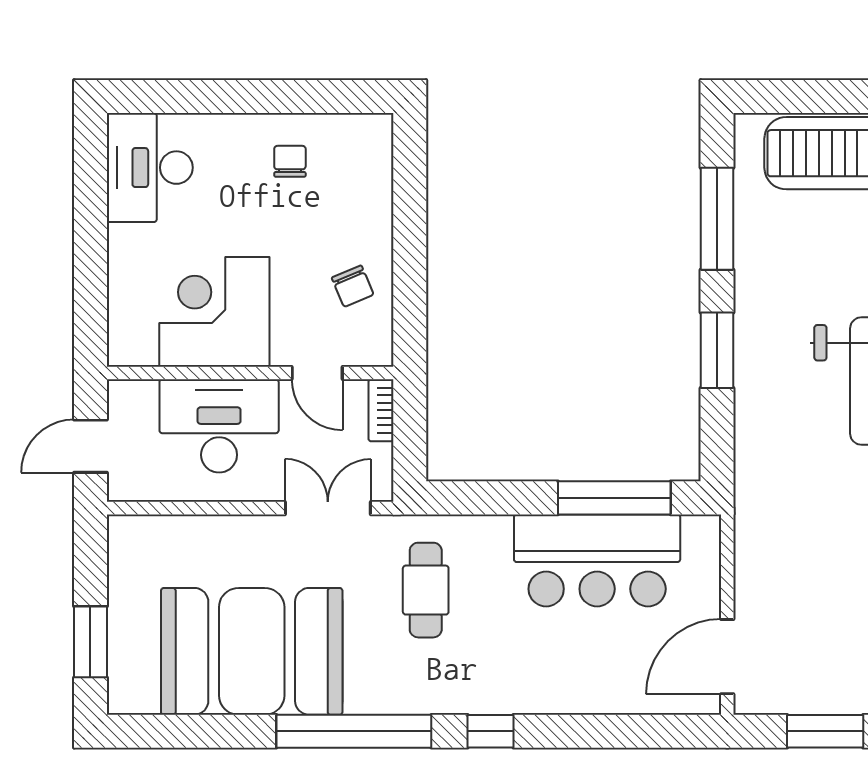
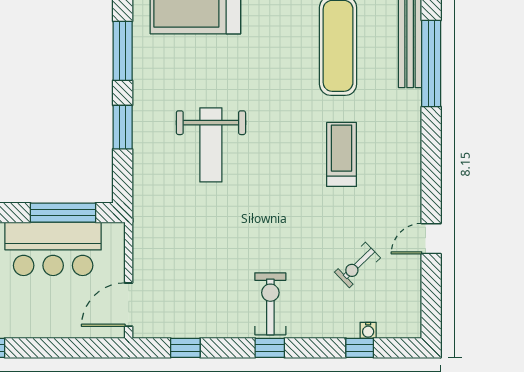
window: (825, 731) -> (185, 348), width x0.67

